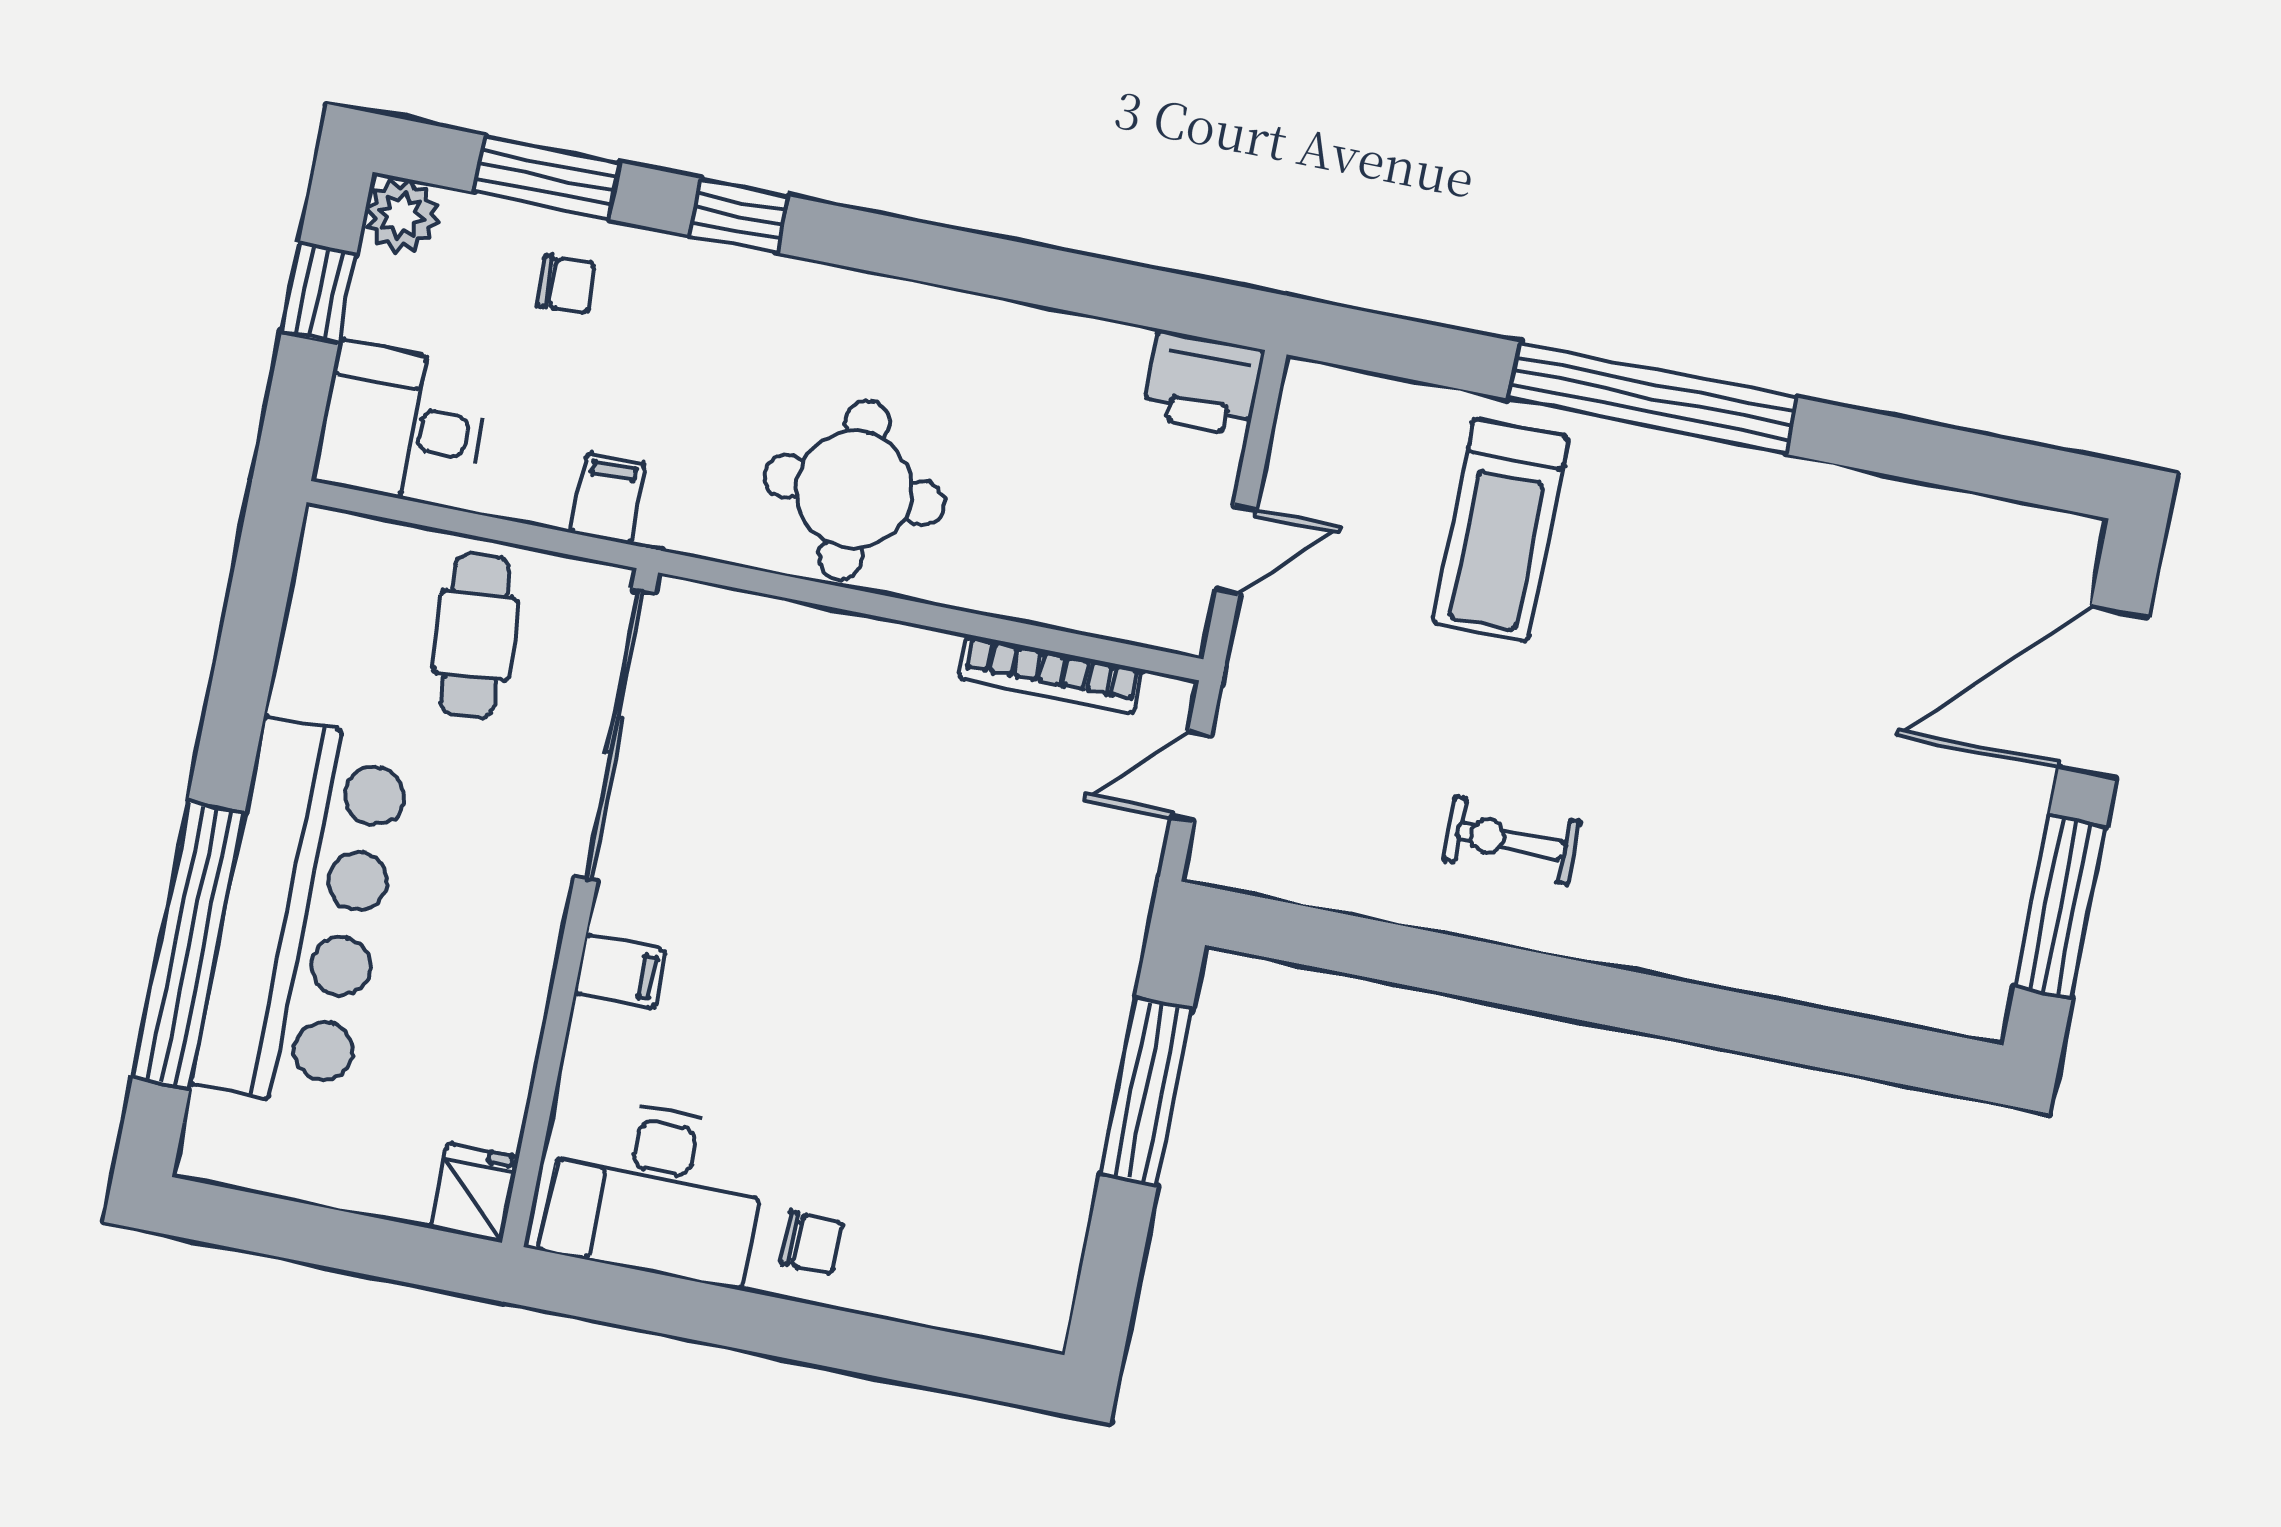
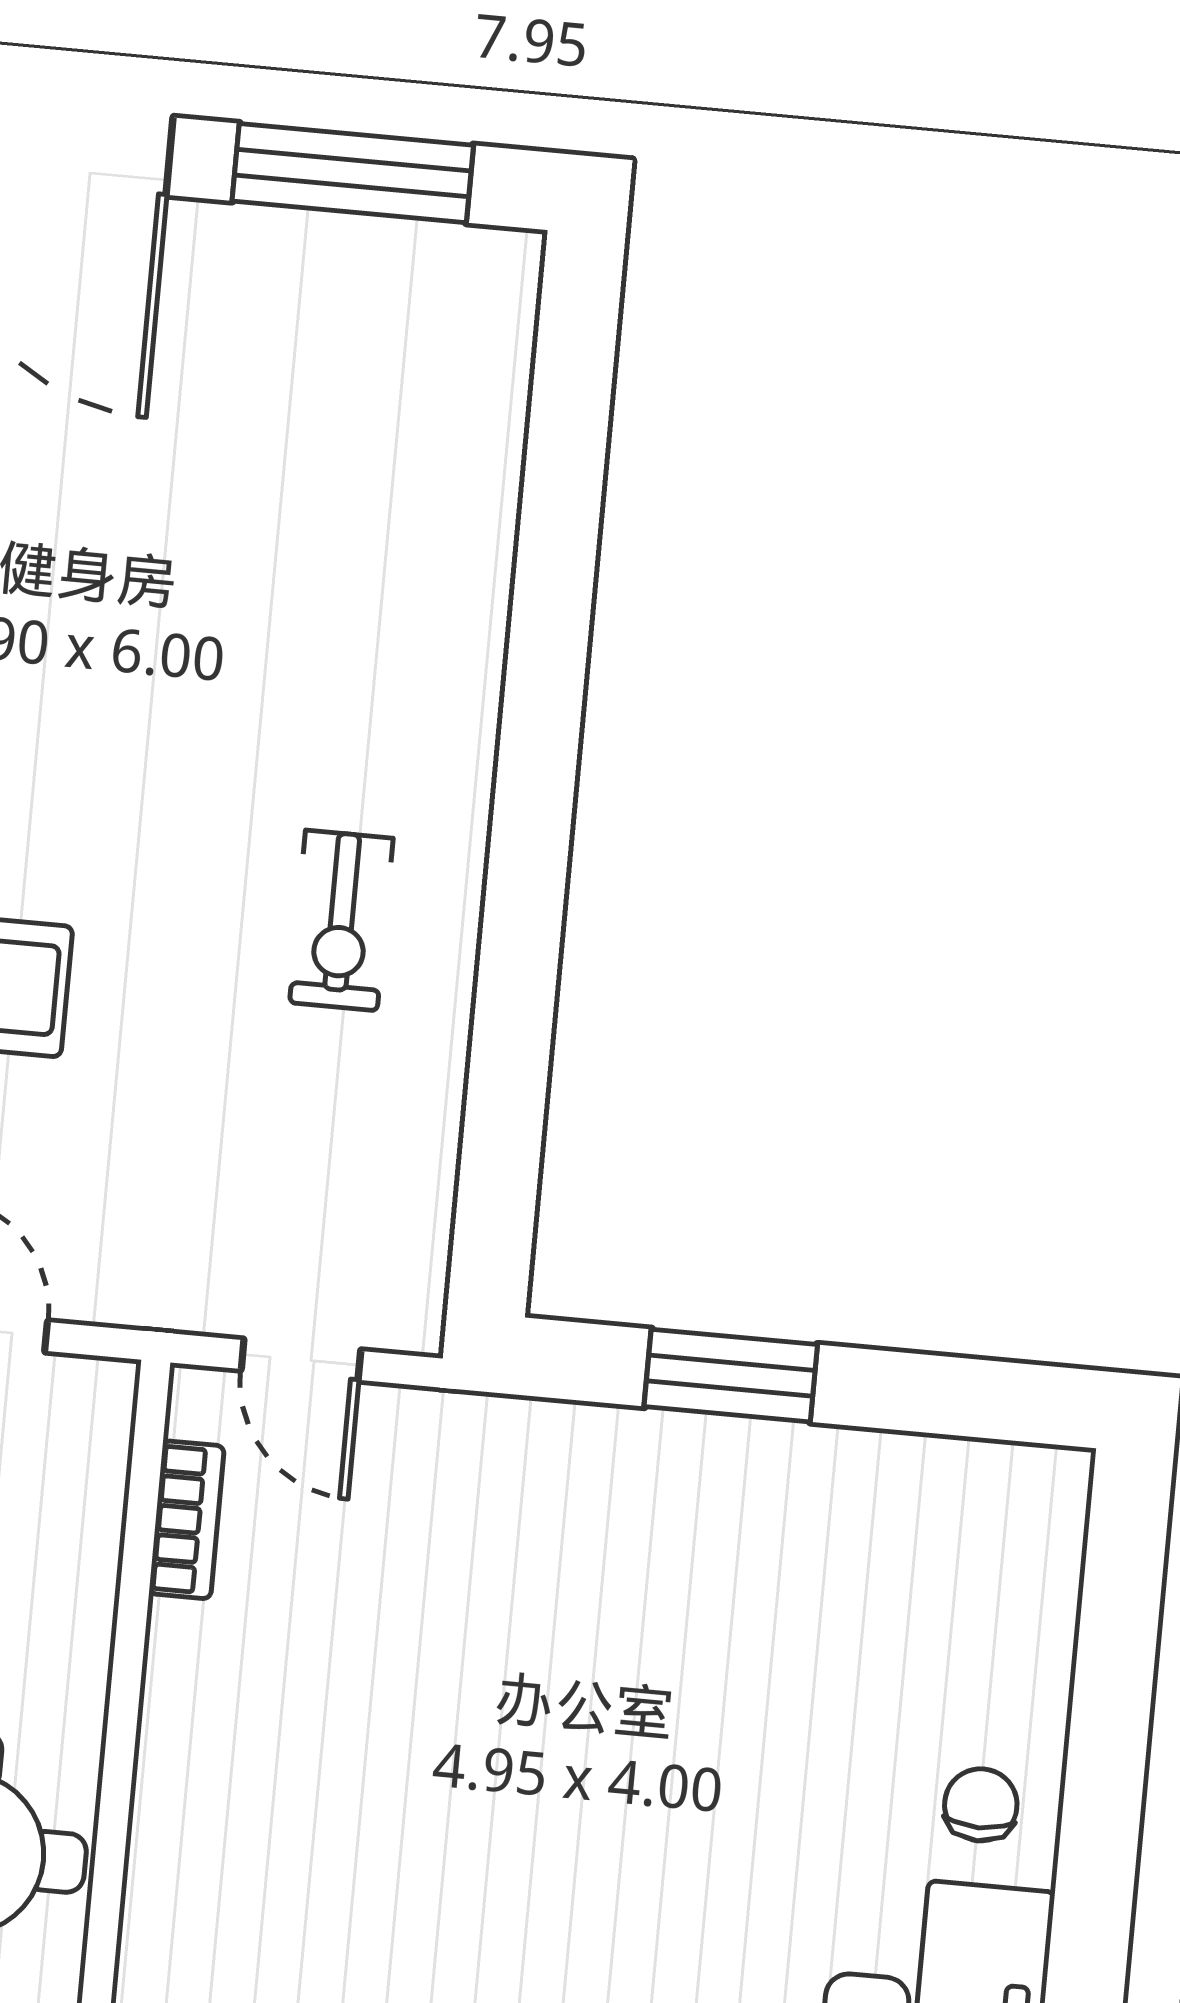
bookcase: (1051, 674) -> (187, 1520), width x0.64
window: (1146, 1092) -> (731, 1376), width x0.69

